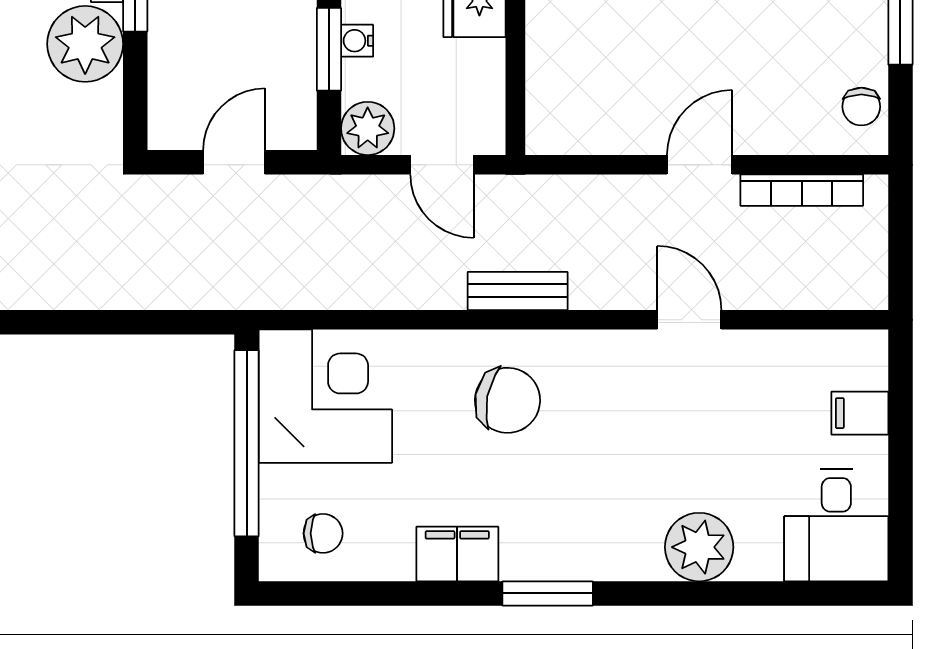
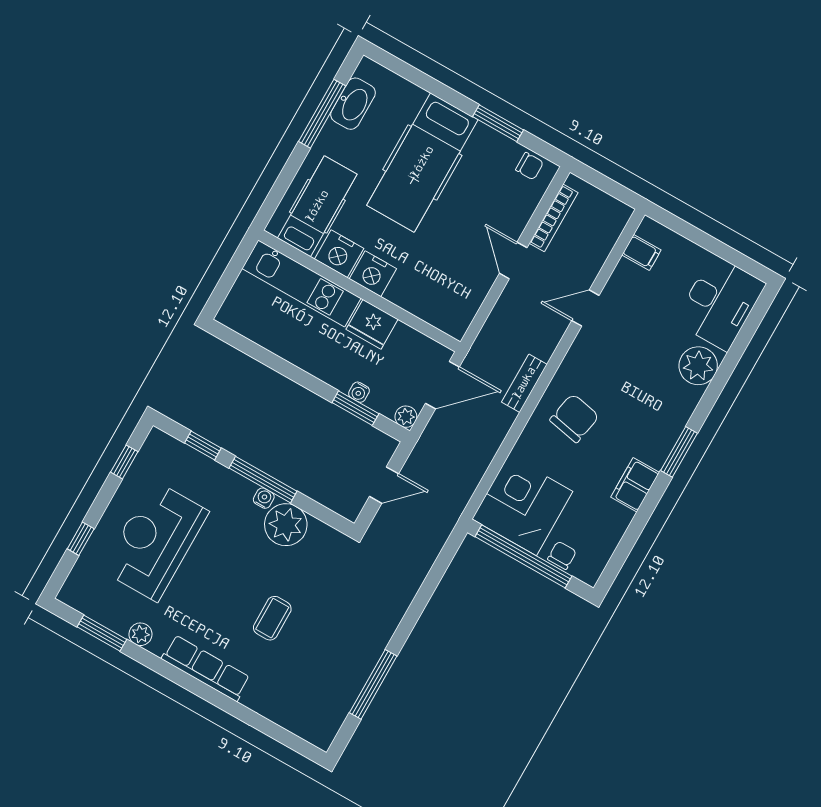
plant: (368, 128) -> (406, 417), width x0.73, depth x0.73
door: (234, 162) -> (384, 485), swing flipped
door: (442, 165) -> (442, 385), width x1.38
filing cabinet: (860, 413) -> (641, 252), moved, turned -90
desk: (836, 525) -> (720, 303), width x1.37
chair: (323, 533) -> (562, 555), moved

